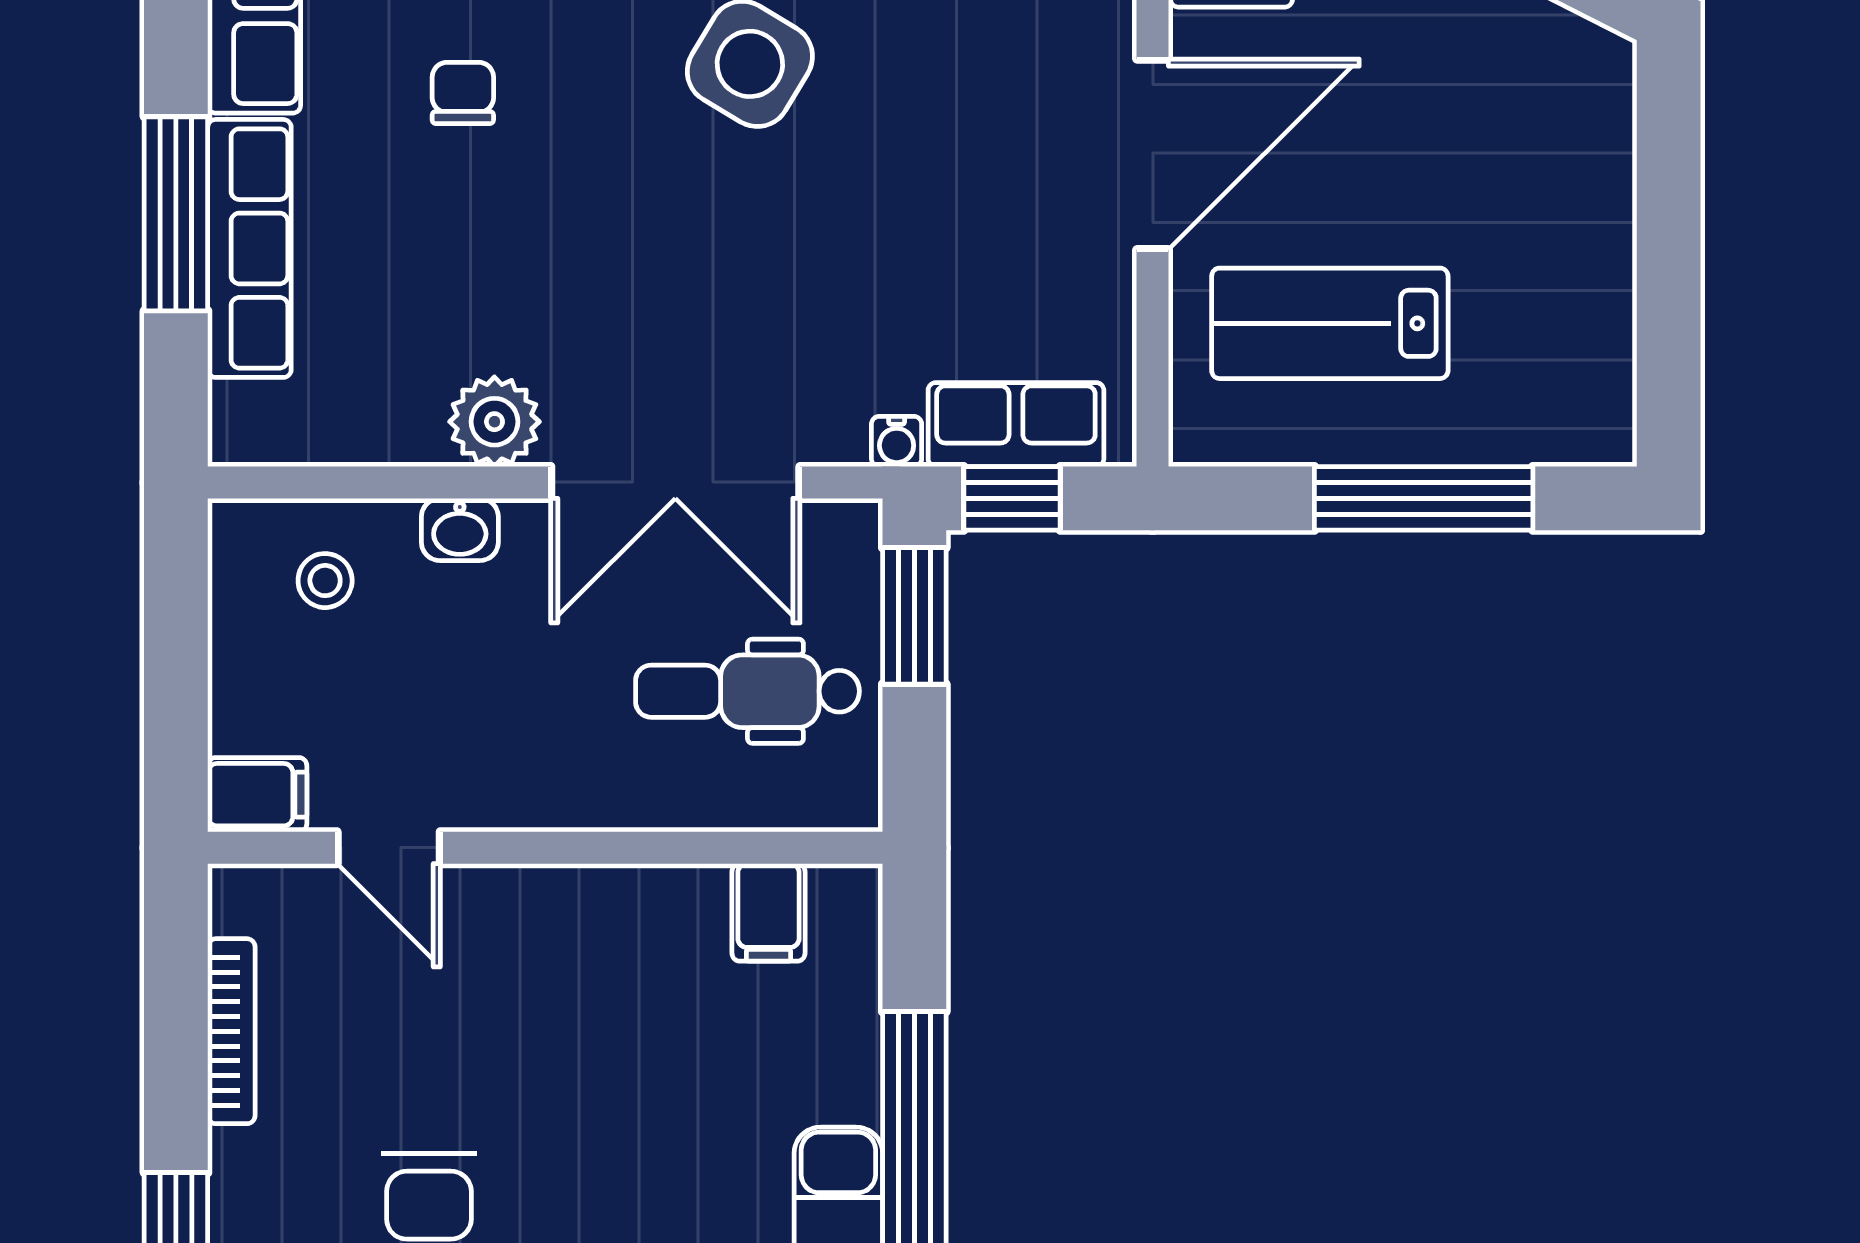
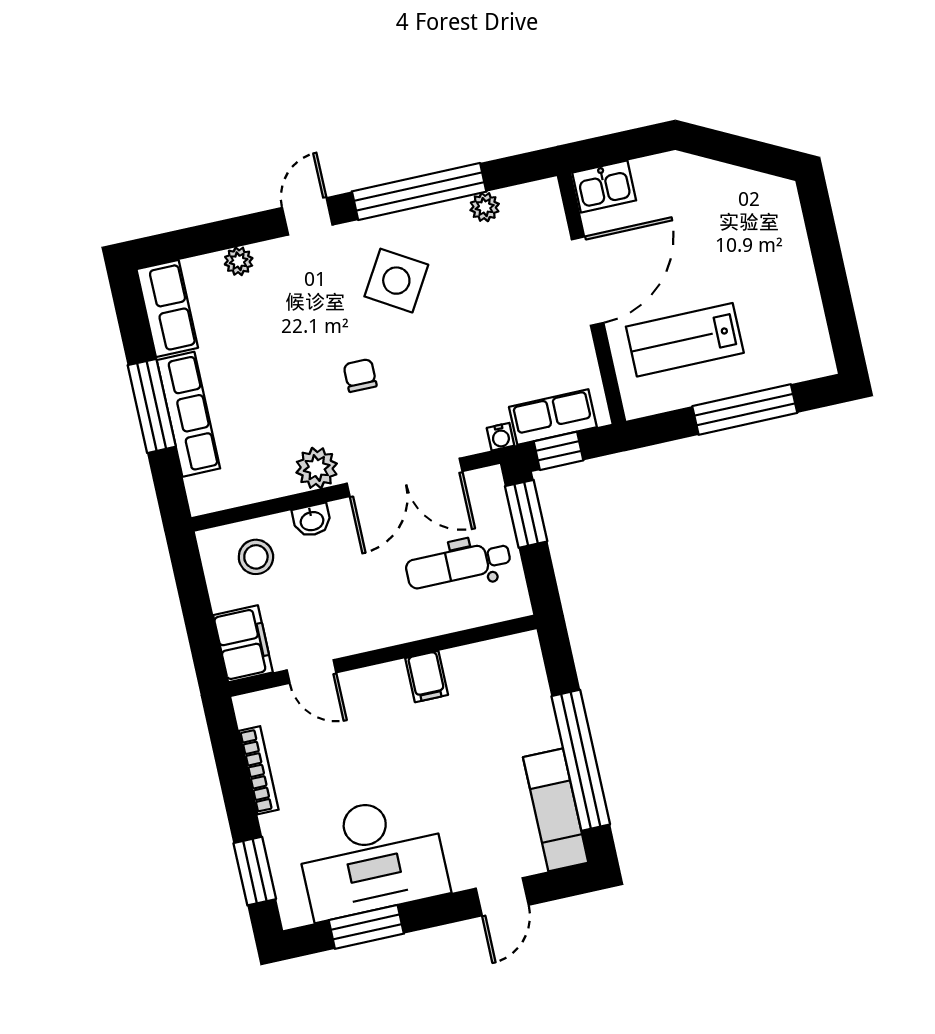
chair: (463, 93) -> (360, 375), moved
stool: (325, 581) -> (256, 557), width x1.37, depth x1.37
filing cabinet: (257, 795) -> (243, 644), width x2.00
filing cabinet: (768, 912) -> (427, 677), moved

